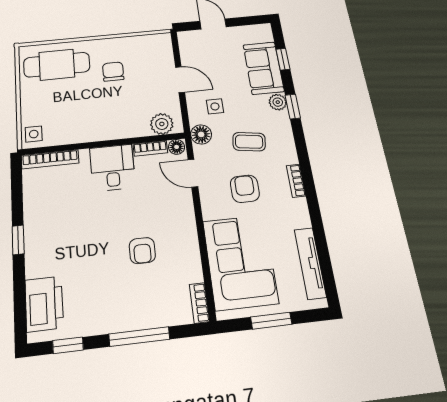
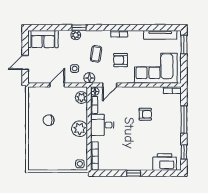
window: (283, 59) -> (51, 28), removed
cafe table: (57, 65) -> (41, 150), removed
sofa: (264, 68) -> (43, 39), moved
plant: (102, 127) -> (80, 129), added
window: (271, 321) -> (184, 44), moved

